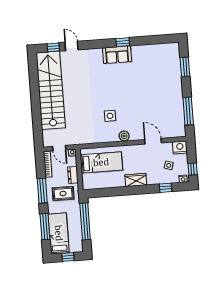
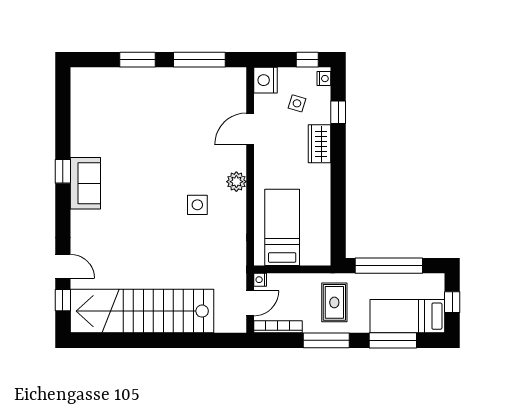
door: (72, 46) -> (63, 266), swing flipped
window: (185, 67) -> (137, 60), moved
dresser: (73, 175) -> (301, 282), removed
wardrobe: (136, 180) -> (319, 144), moved

